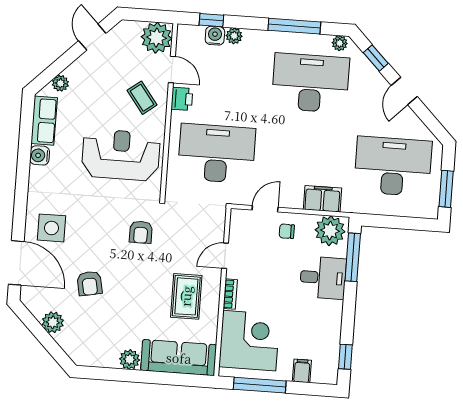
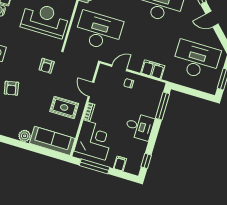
door: (404, 91) -> (212, 19), hinge flipped
plant: (330, 231) -> (153, 88), removed
door: (225, 256) -> (91, 89), hinge flipped
desk: (323, 278) -> (139, 127), moved
rug: (186, 296) -> (64, 107), turned 90

